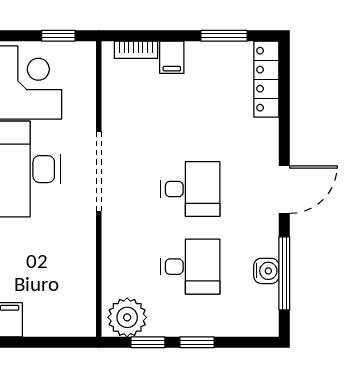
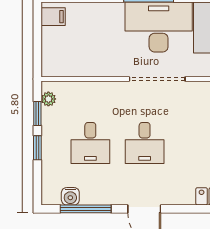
water cooler: (266, 271) -> (70, 196), moved
plant: (127, 317) -> (48, 99), width x0.53, depth x0.53

